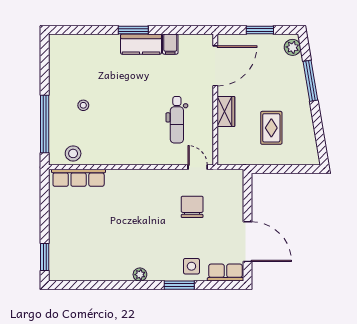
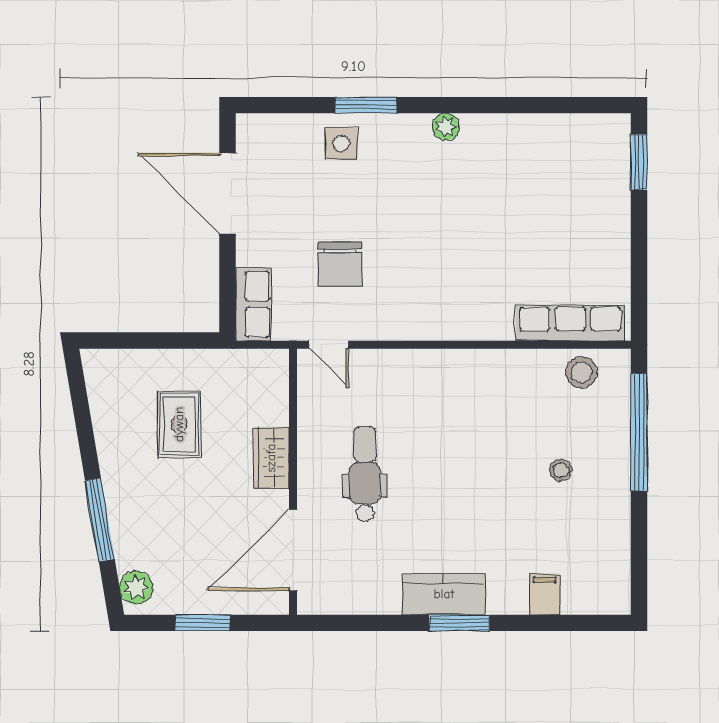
filing cabinet: (170, 44) -> (545, 594), moved
dental chair: (177, 120) -> (365, 474), moved
row of seats: (225, 273) -> (253, 304), moved, turned -90

